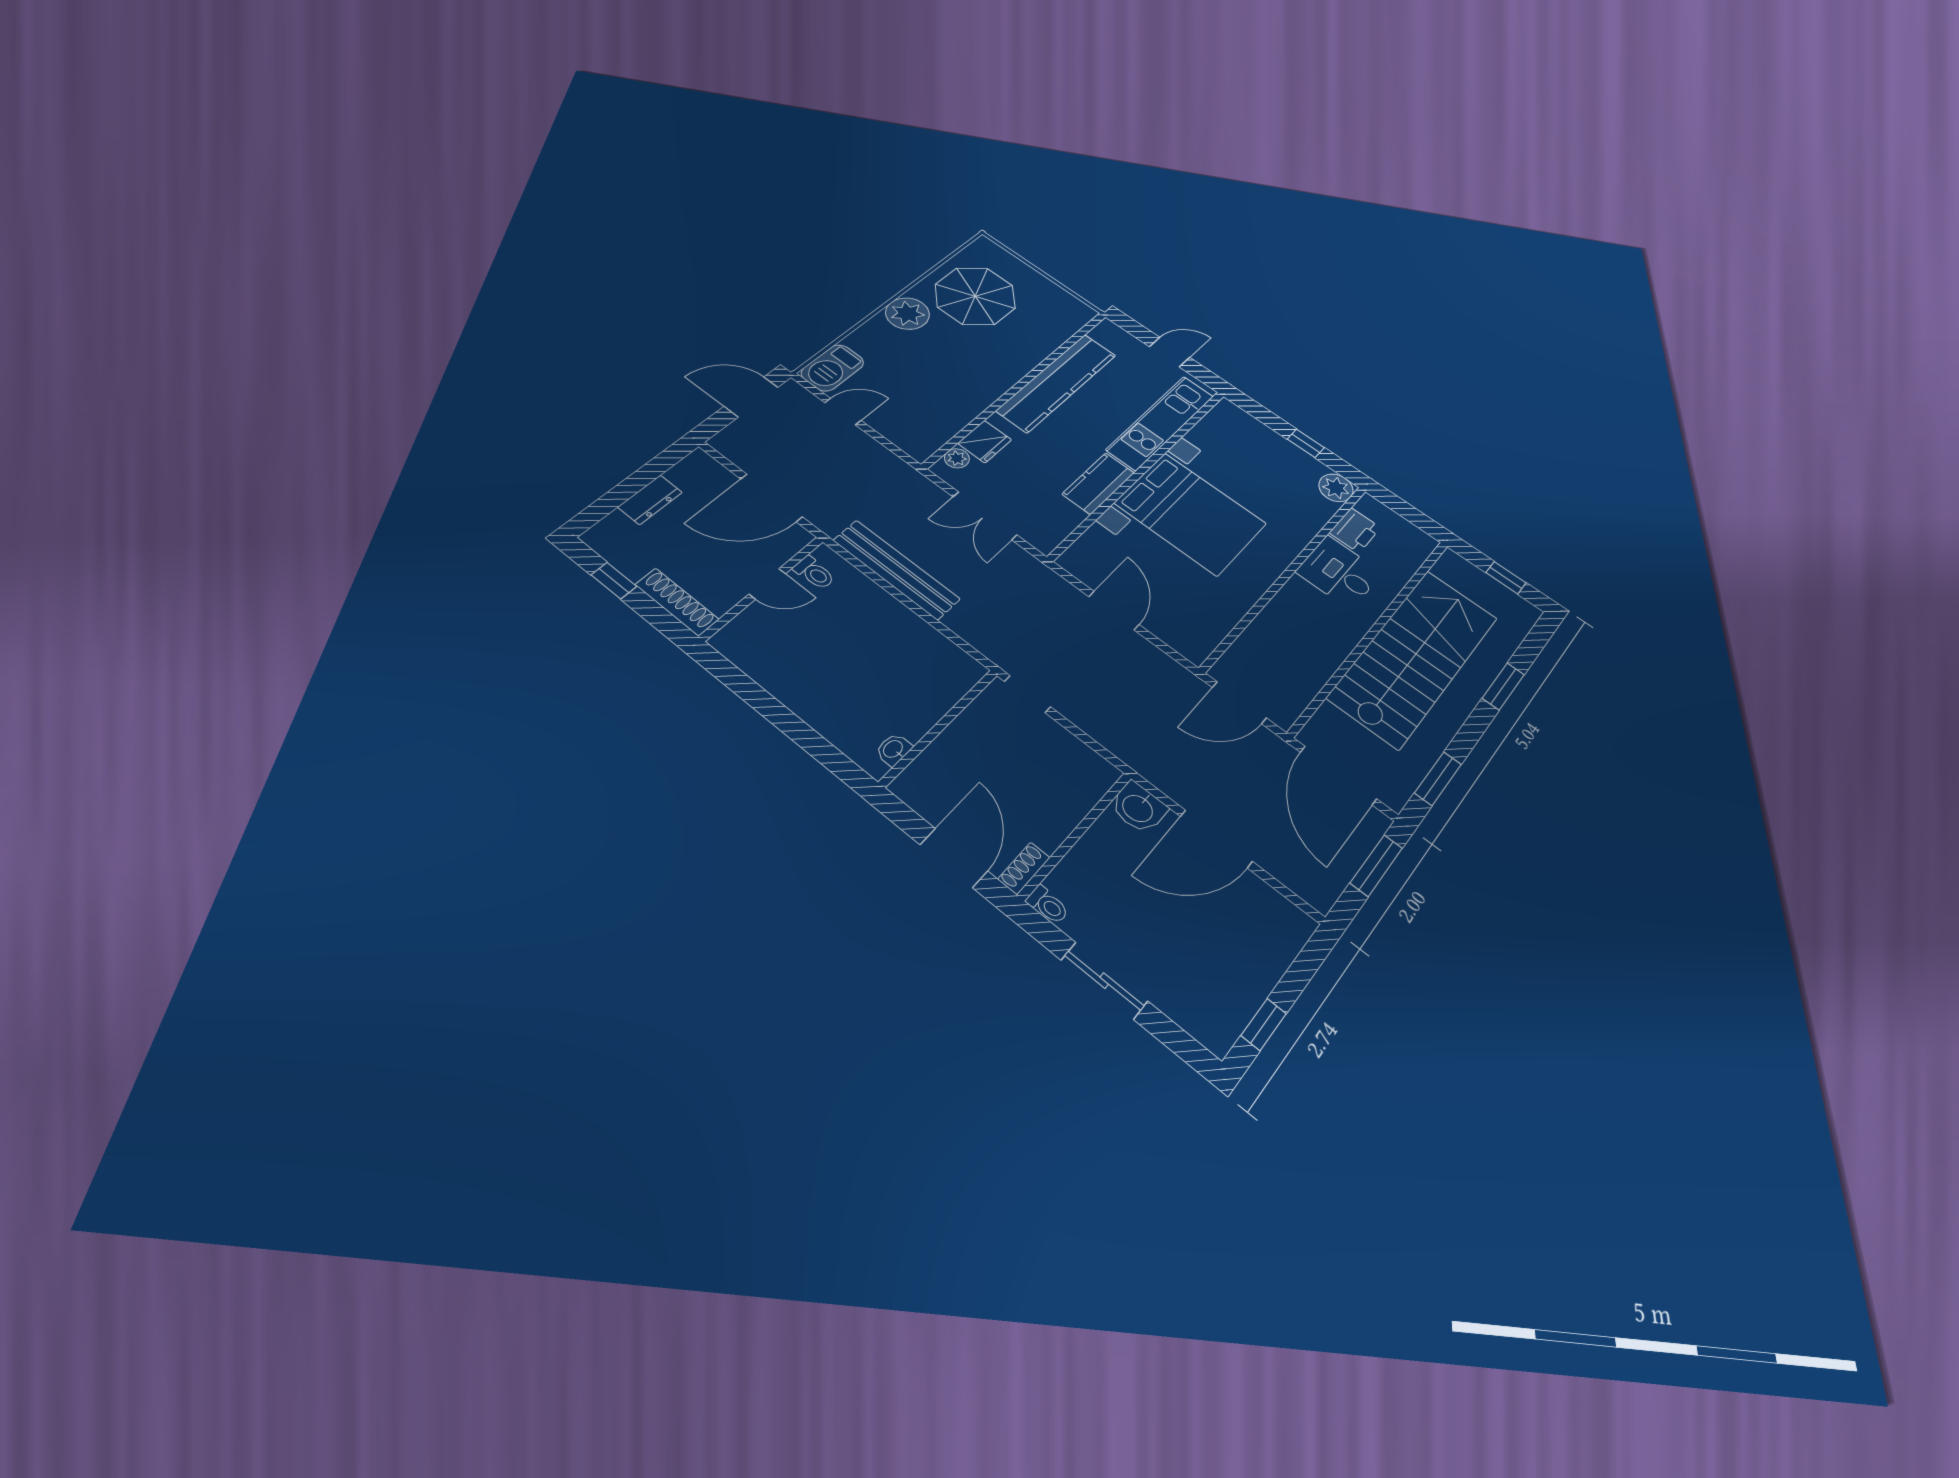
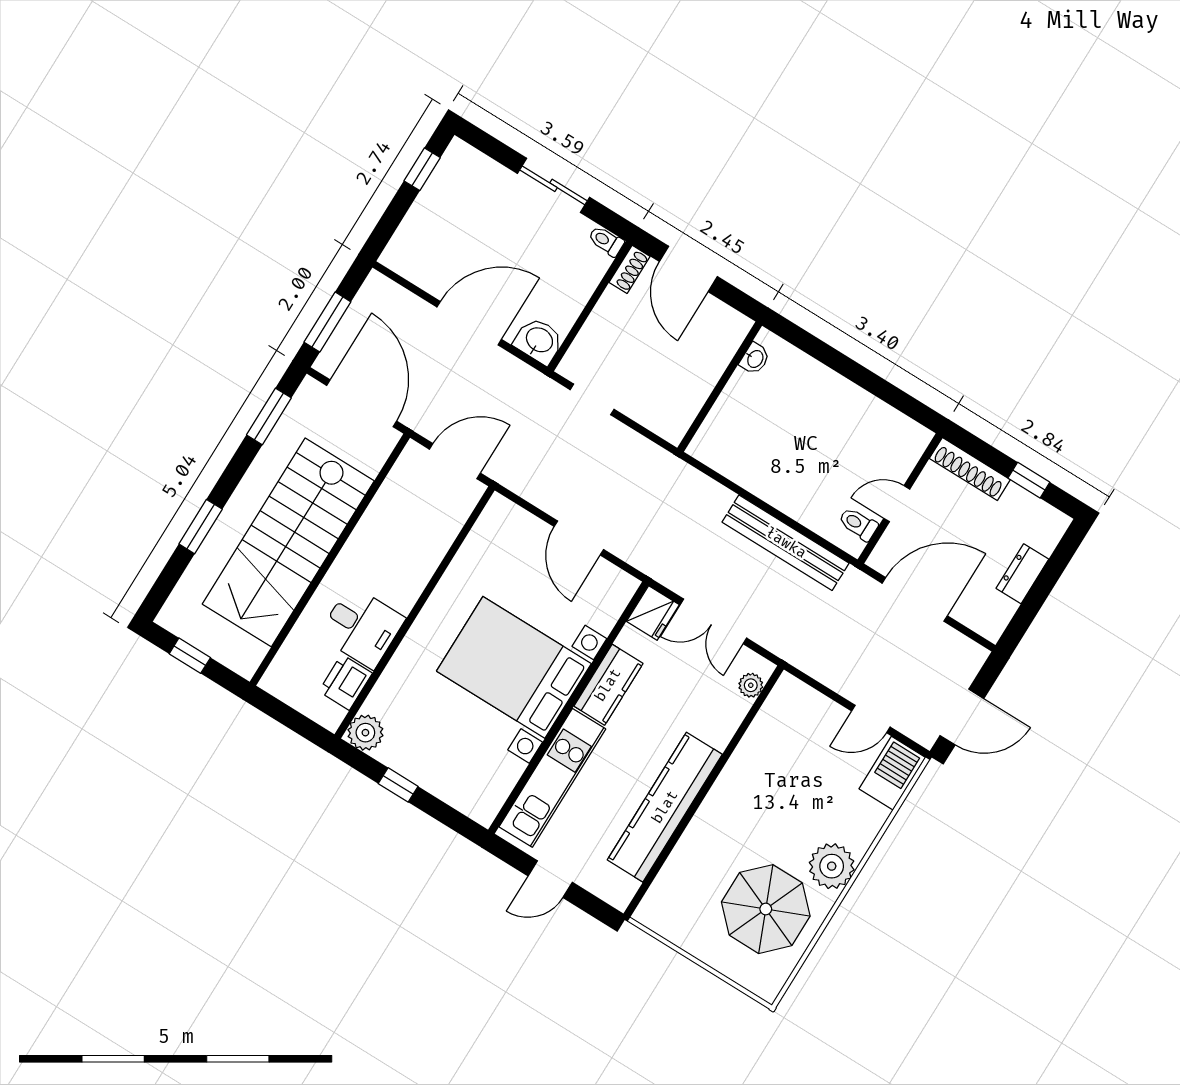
fridge: (985, 442) -> (653, 613), moved, turned 180
double door: (985, 516) -> (713, 621), swing flipped
doorway: (1027, 694) -> (592, 399), moved

